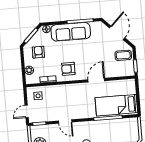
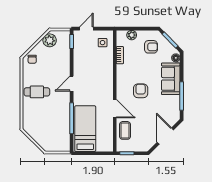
sofa: (71, 32) -> (171, 79), width x0.73
door: (117, 33) -> (165, 136), swing flipped
coffee table: (123, 55) -> (125, 130), moved
armchair: (68, 69) -> (141, 91), moved
door: (27, 111) -> (86, 29), hinge flipped
door: (65, 122) -> (72, 84), moved

